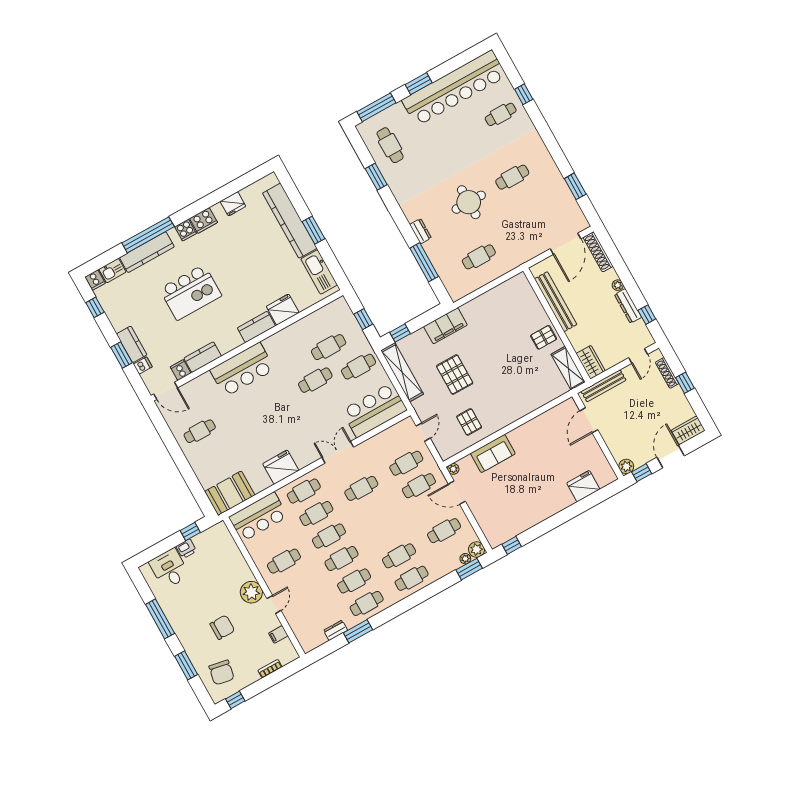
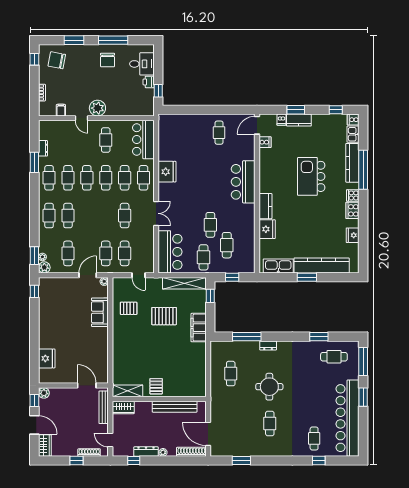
kitchen counter: (203, 357) -> (265, 161), removed
booth: (230, 493) -> (169, 130), removed
chair: (222, 627) -> (107, 60), moved

